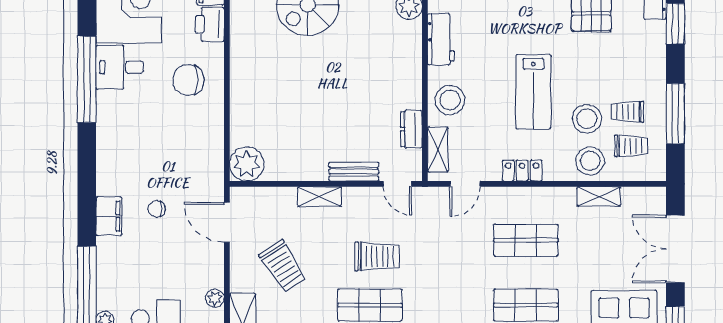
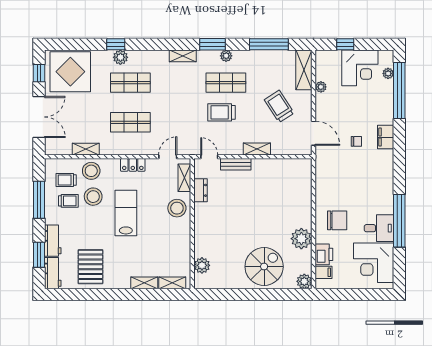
workbench: (441, 39) -> (53, 241), moved, turned 180
plant: (247, 164) -> (301, 239), moved

